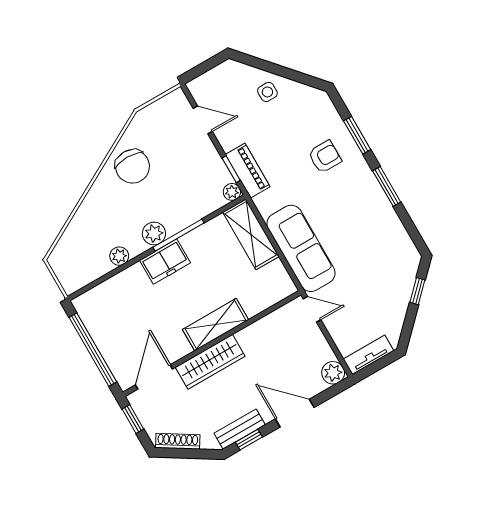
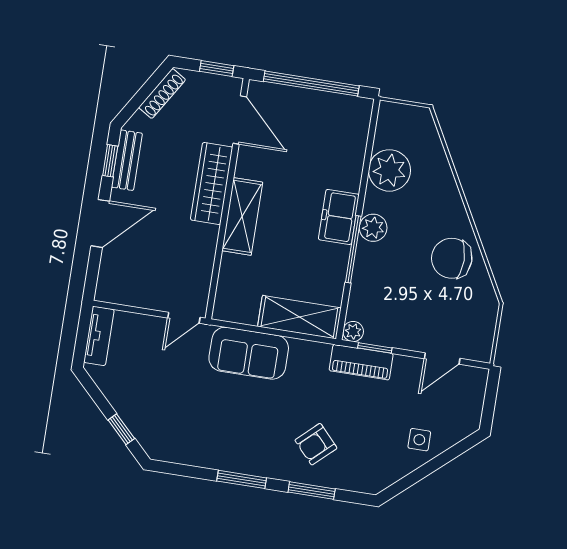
armchair: (325, 157) -> (316, 444), turned 47
sofa: (301, 248) -> (249, 353), width x0.73
plant: (119, 256) -> (389, 170), width x1.88, depth x1.88
plant: (333, 373) -> (109, 289), removed

